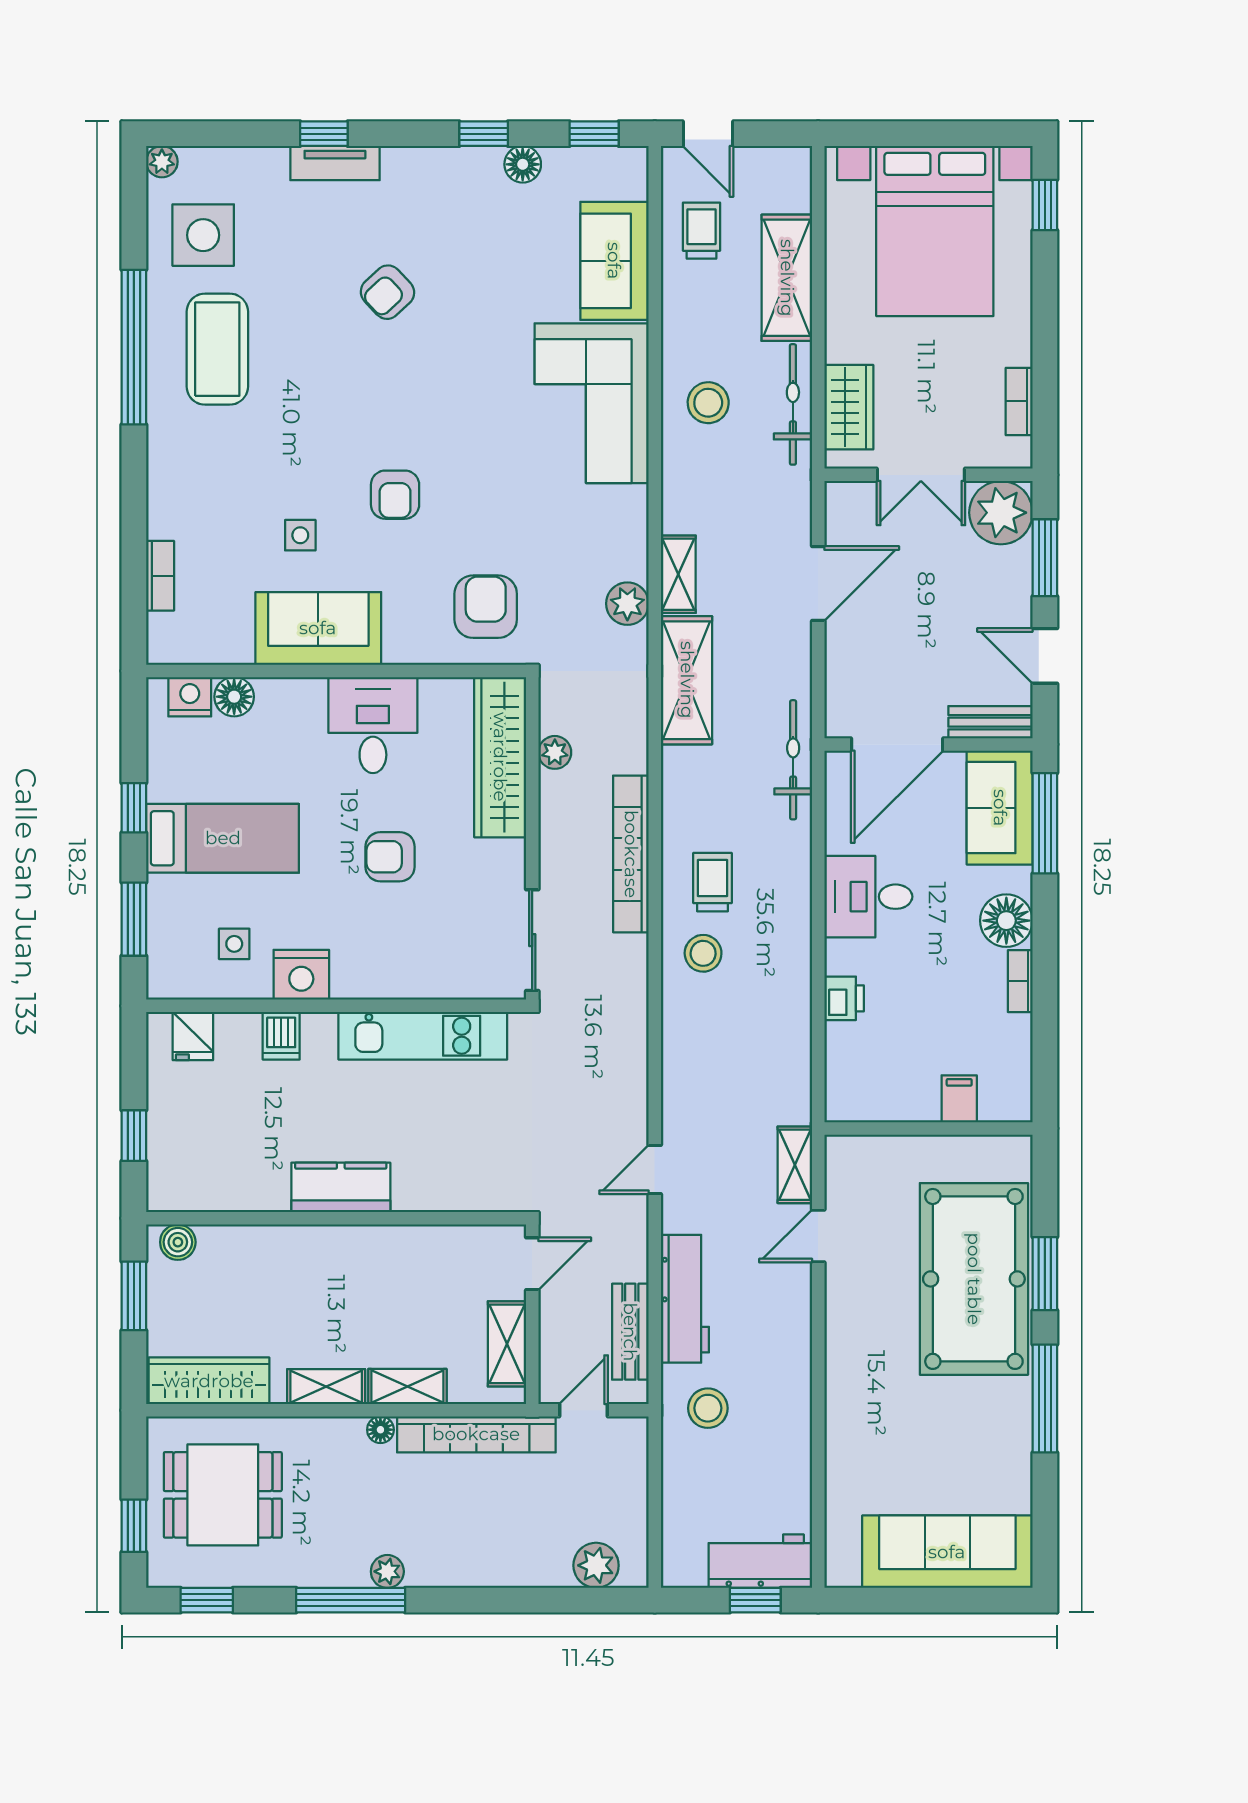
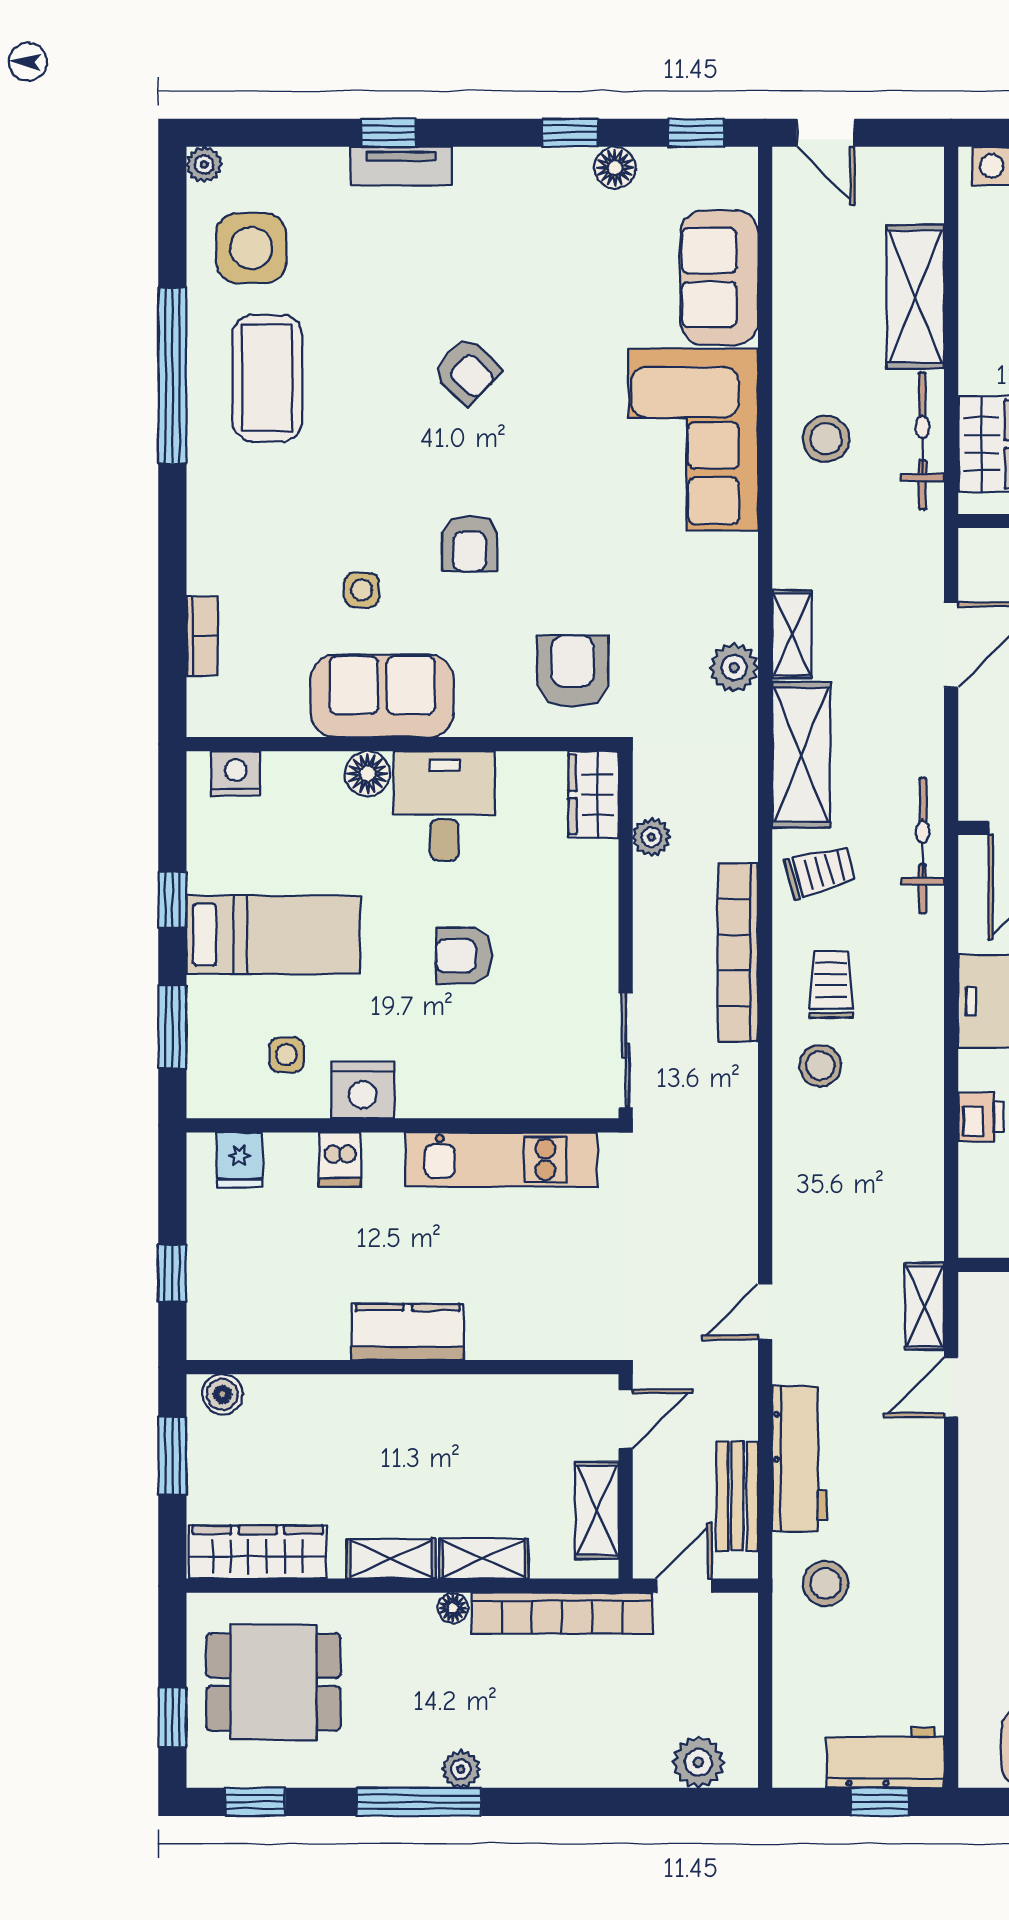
trolley: (701, 231) -> (820, 872), moved, turned 75
armchair: (387, 292) -> (467, 371), moved, turned -93
floor lamp: (234, 697) -> (367, 774), moved
wardrobe: (500, 757) -> (594, 795), width x0.48, depth x0.85

